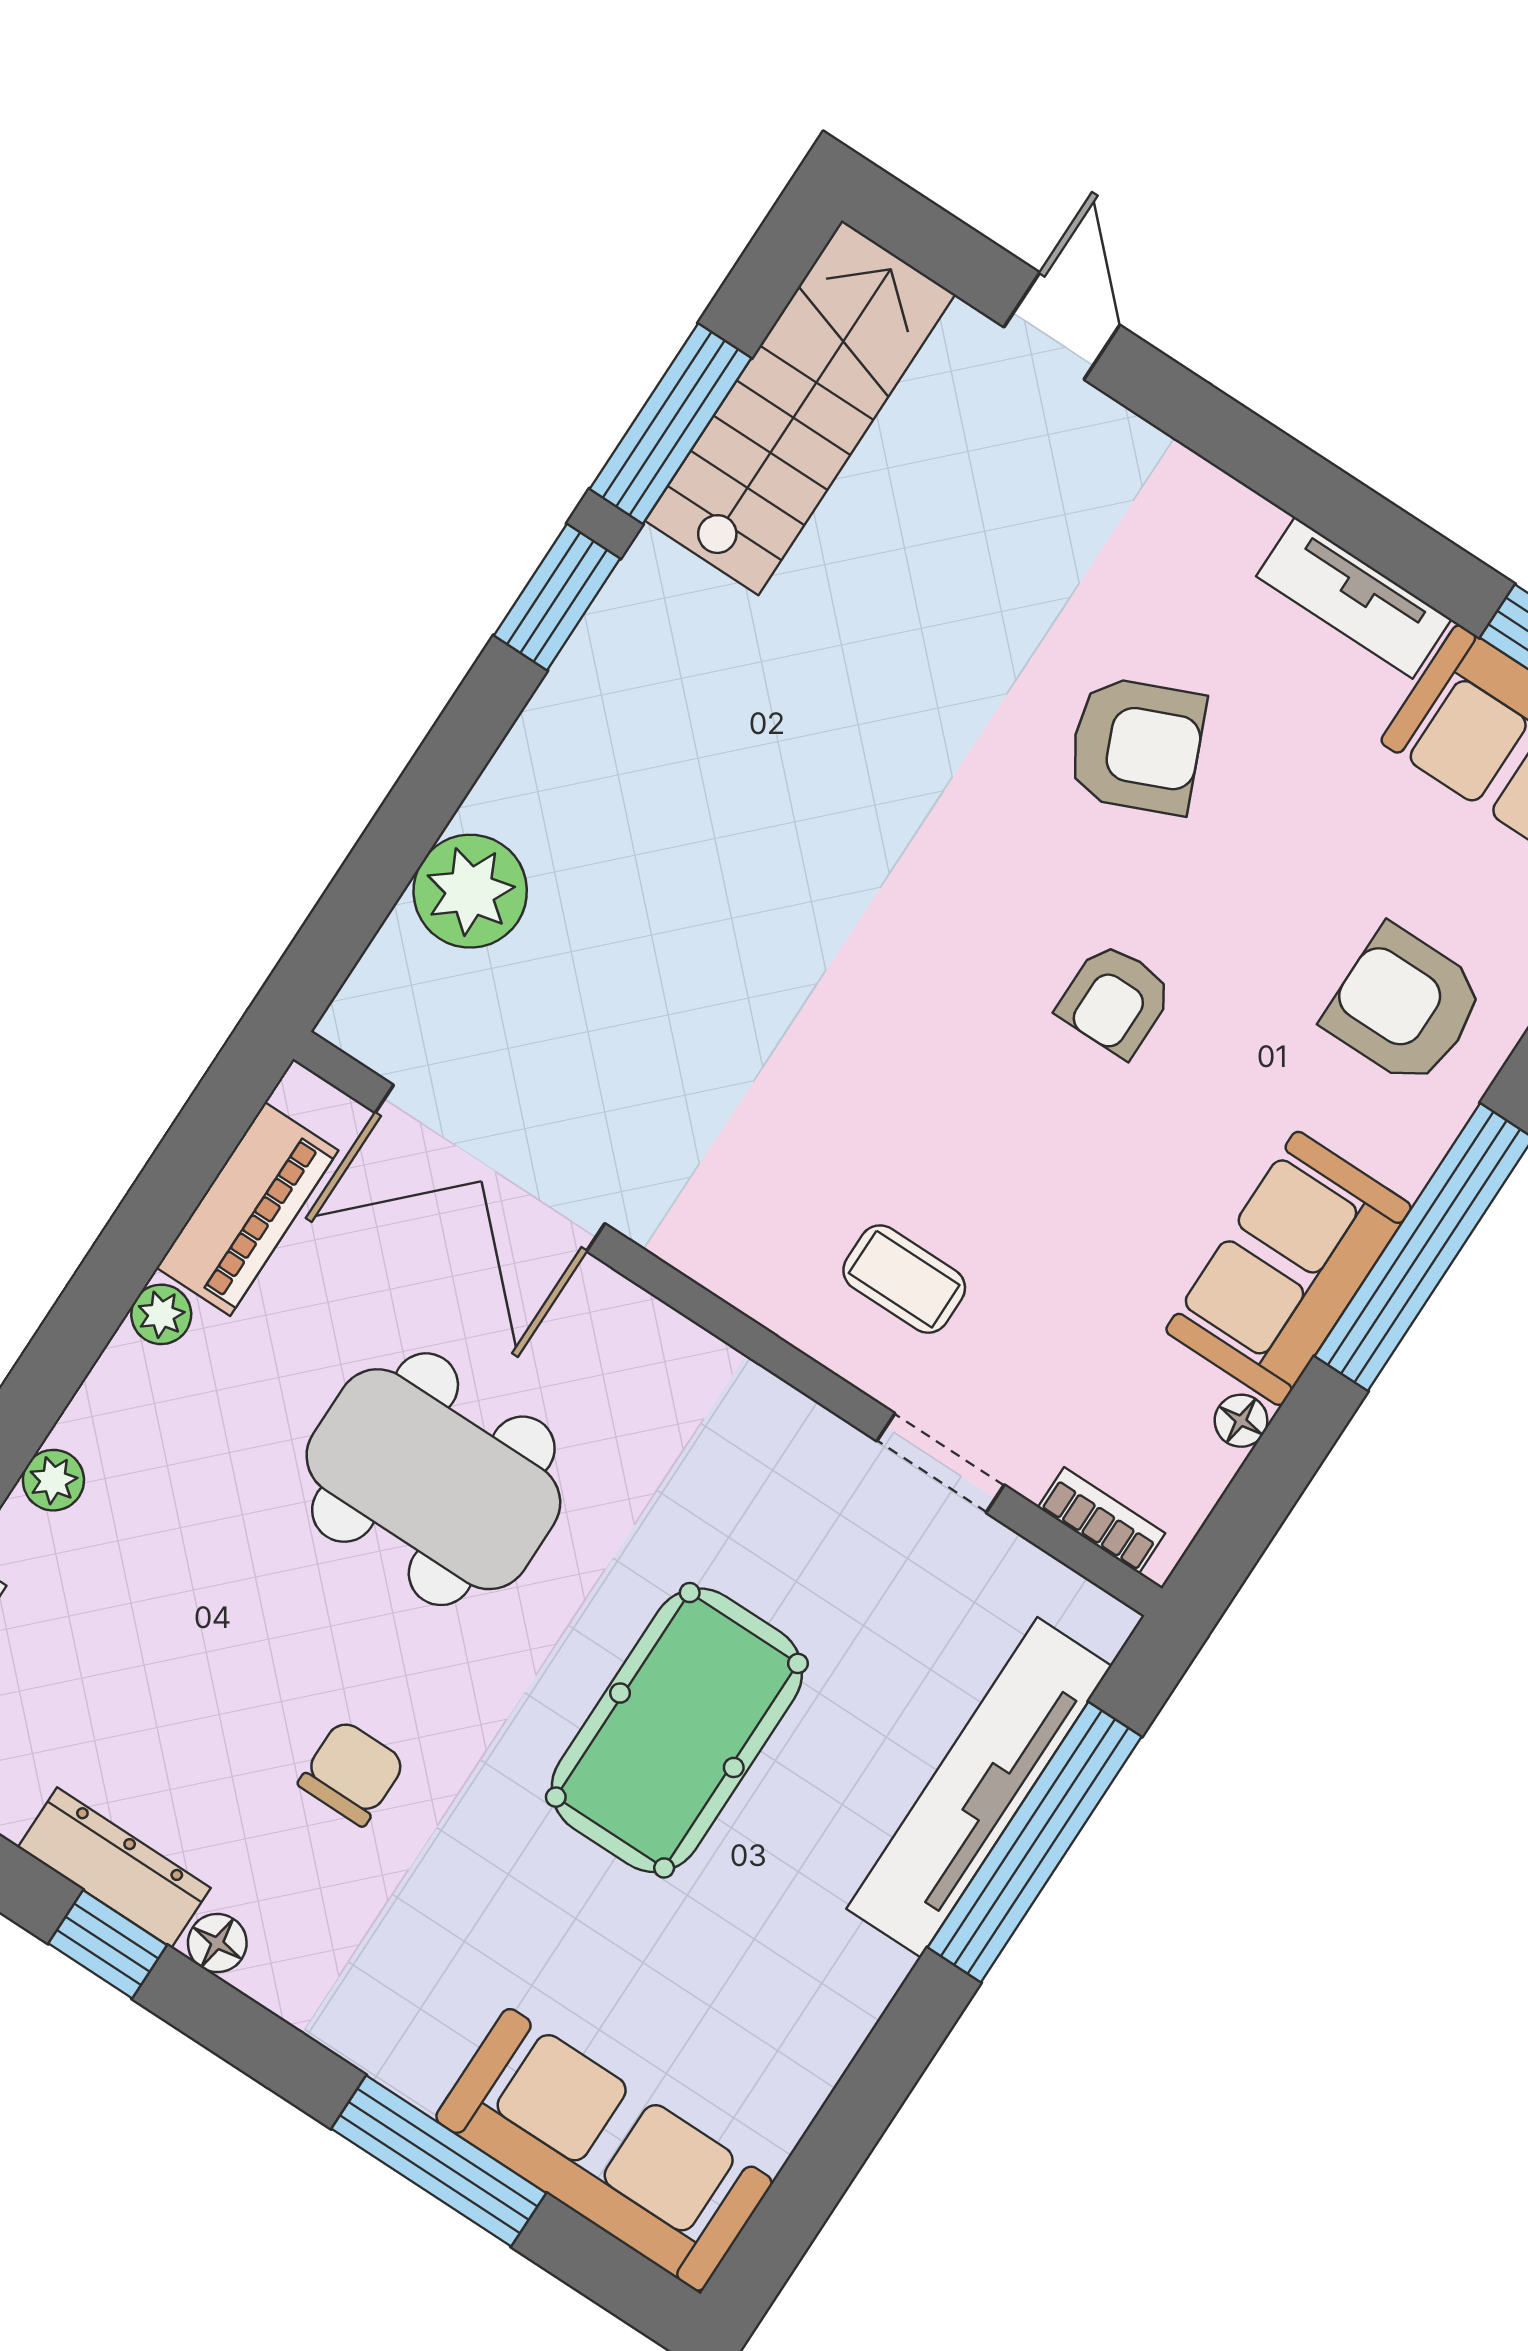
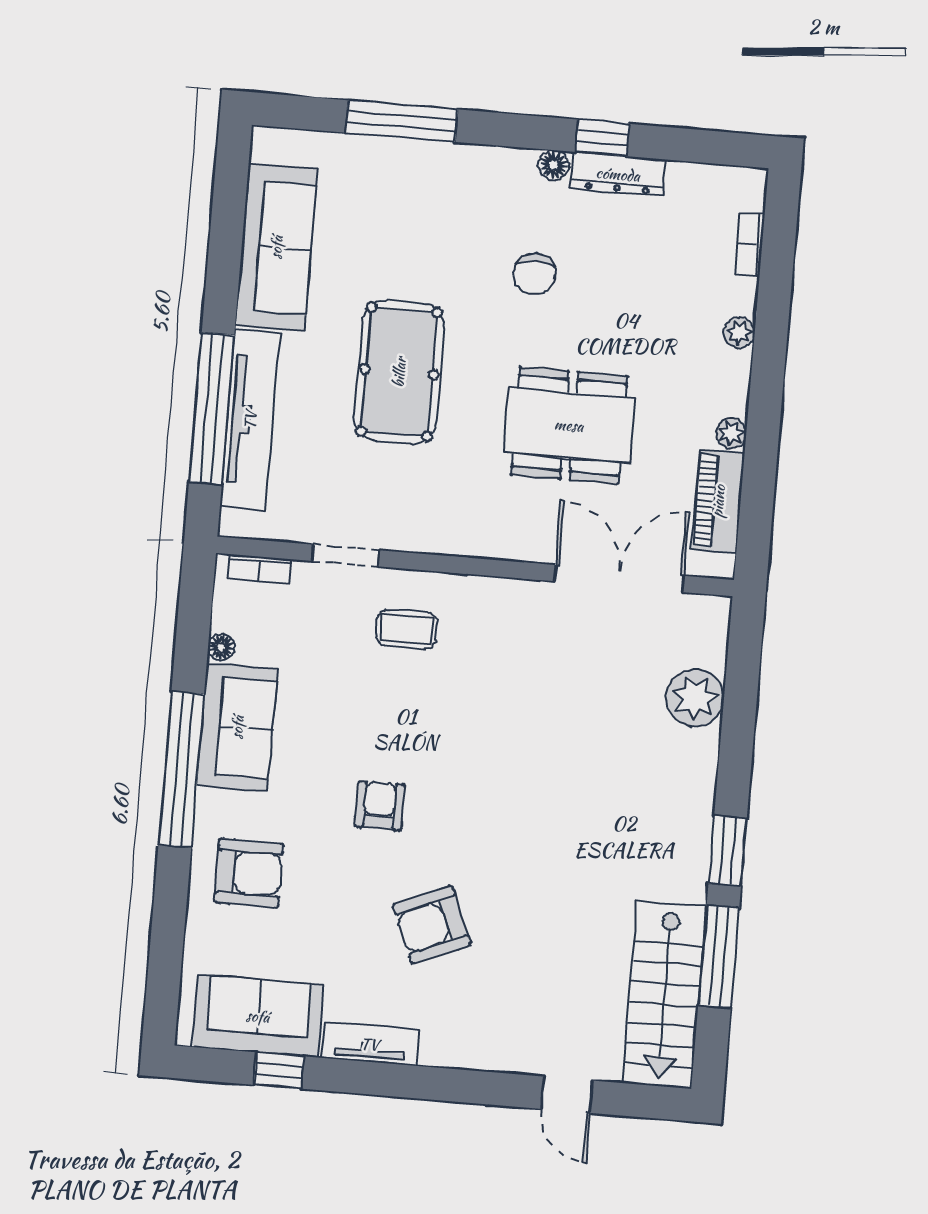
sofa: (604, 2150) -> (276, 247), moved, turned -90

